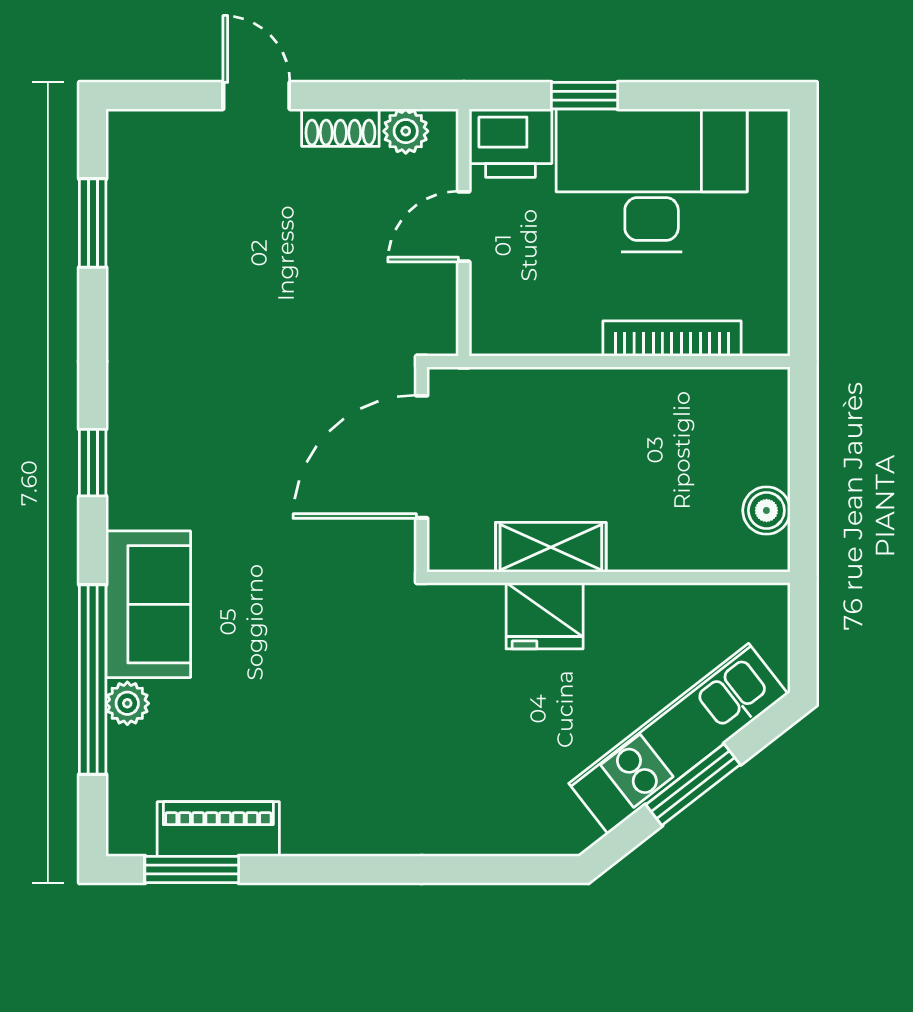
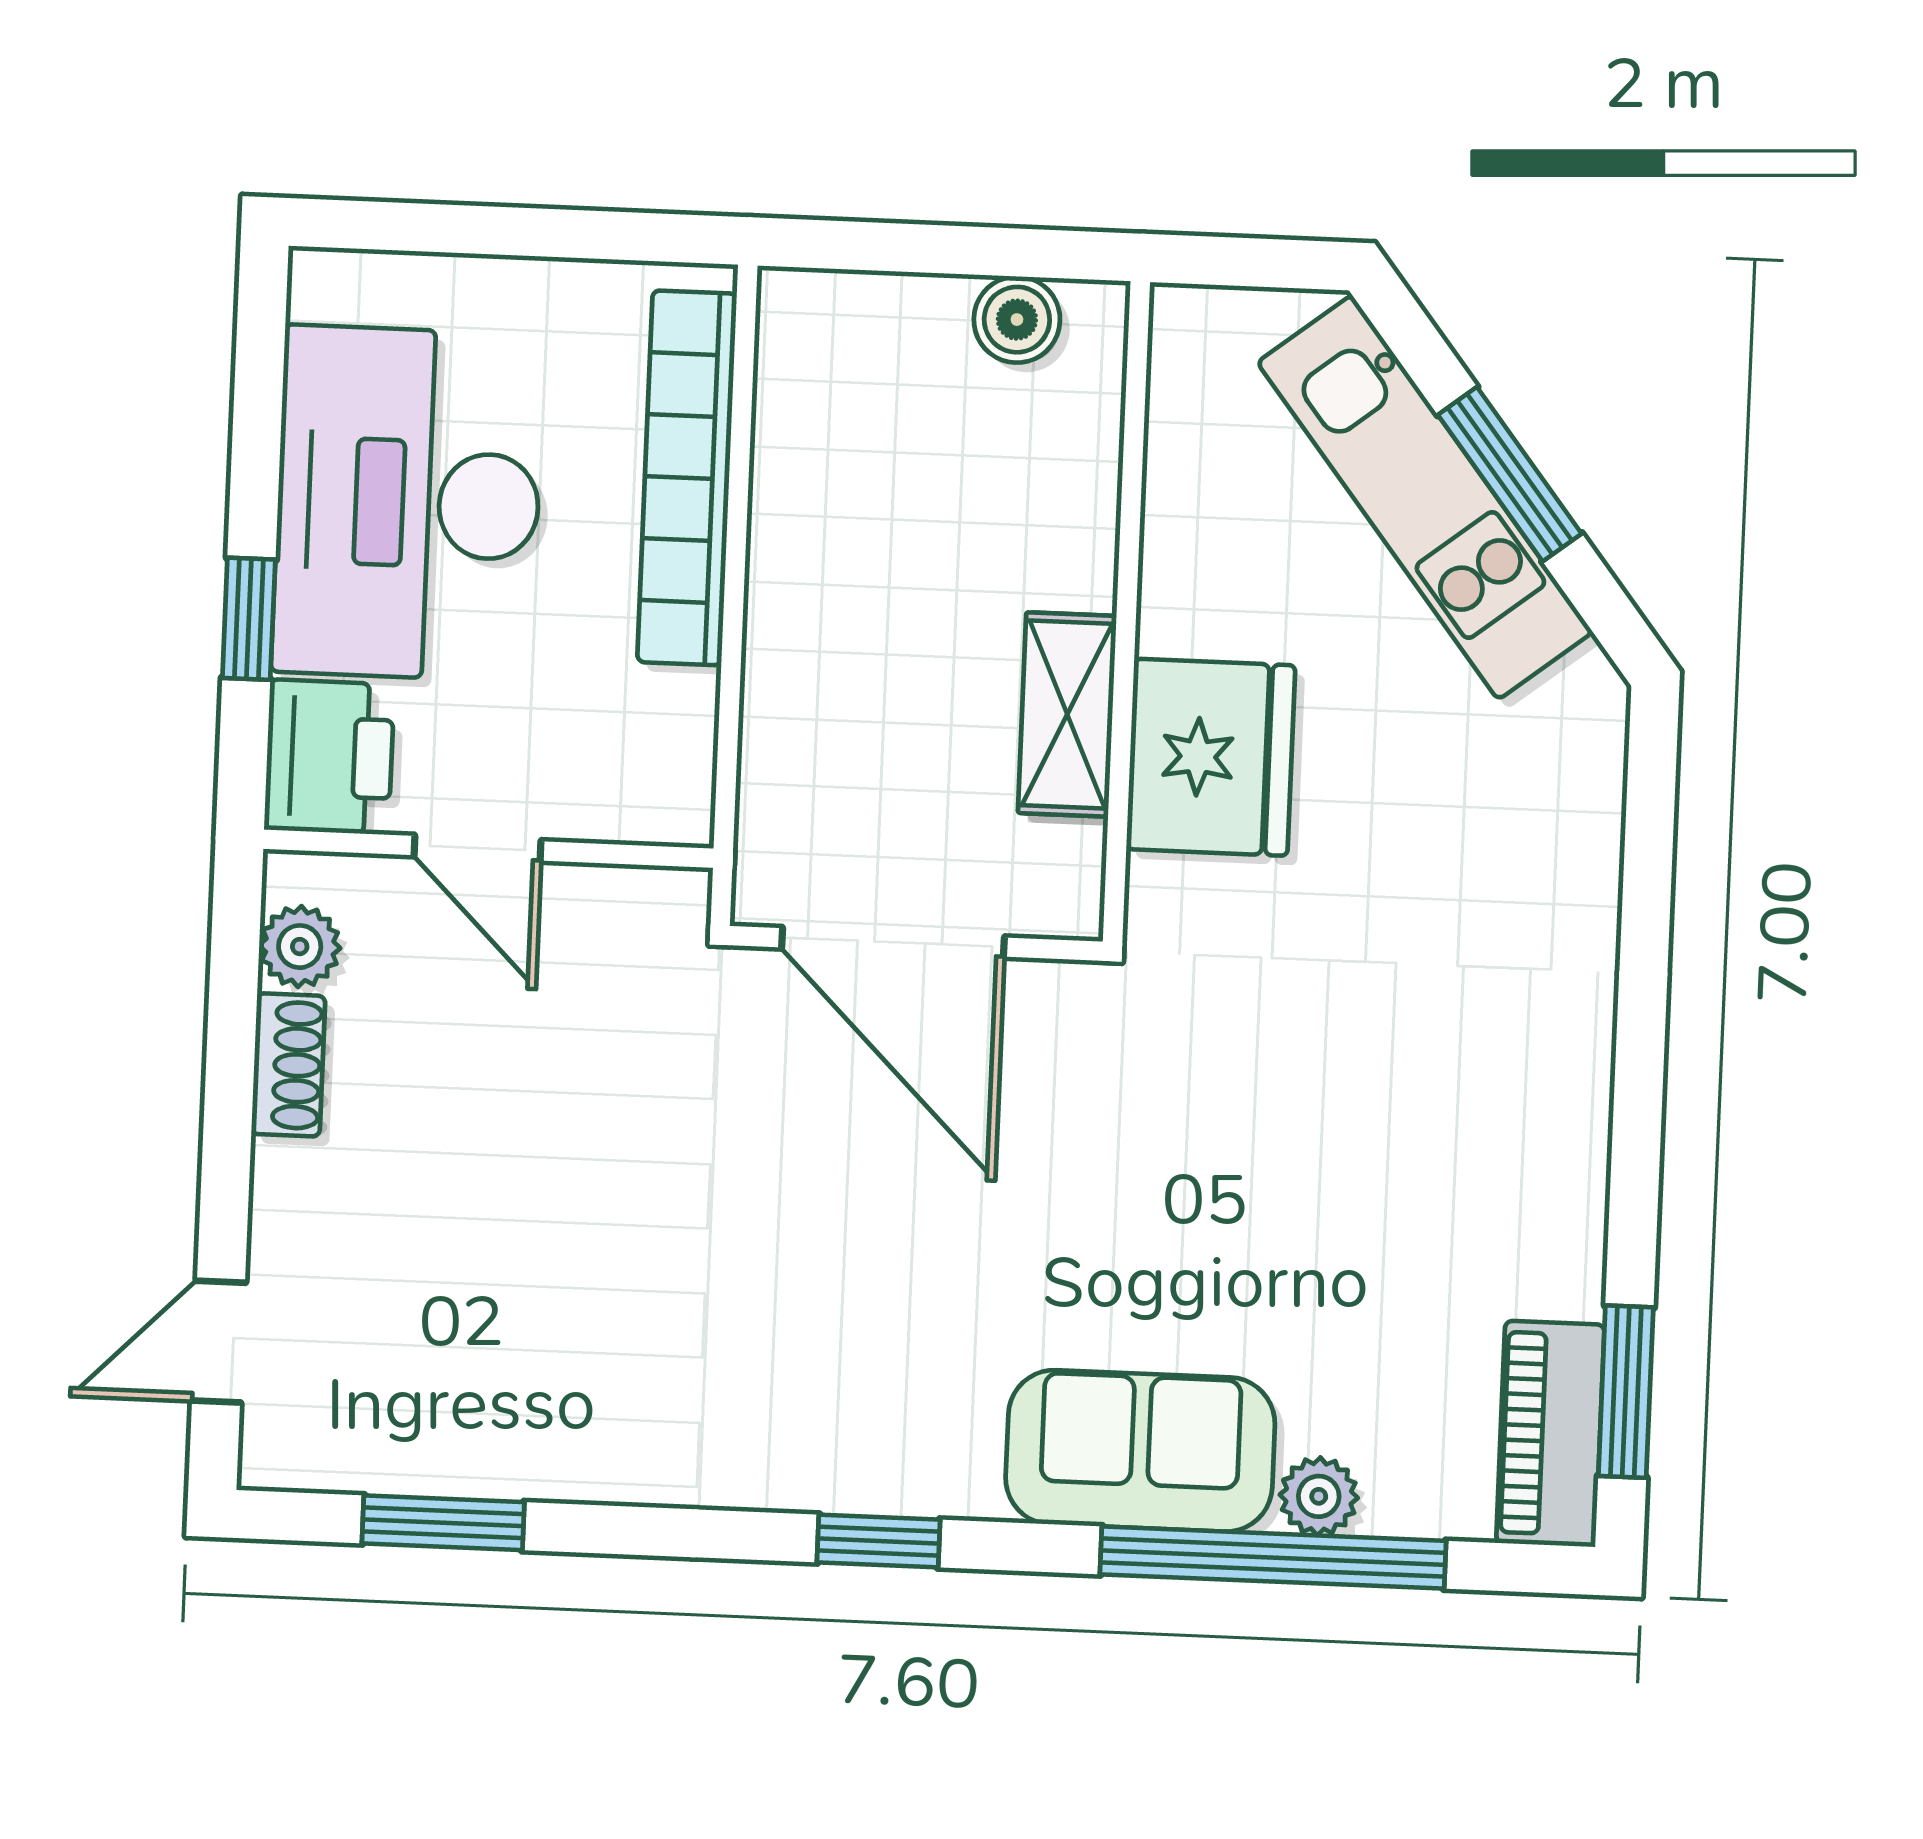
door: (256, 96) -> (219, 1342), moved
bookcase: (672, 339) -> (687, 478), width x1.48, depth x1.31
fridge: (545, 616) -> (1211, 757), width x1.36, depth x1.34
piano: (218, 829) -> (1550, 1434), moved

